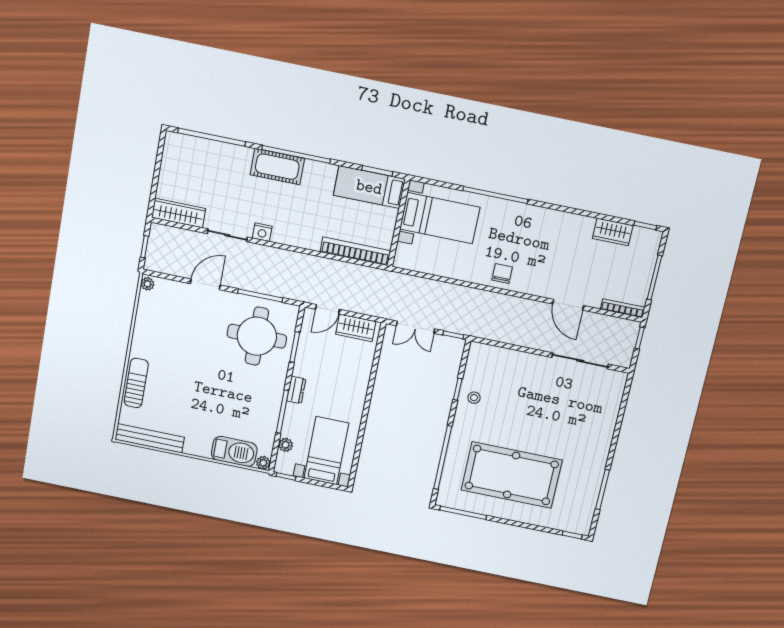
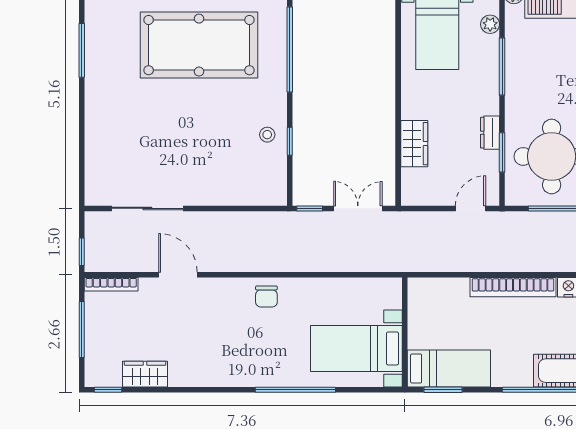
bookcase: (355, 251) -> (513, 287), moved
wardrobe: (356, 328) -> (414, 144), moved, turned 90
dresser: (296, 390) -> (490, 133), moved

